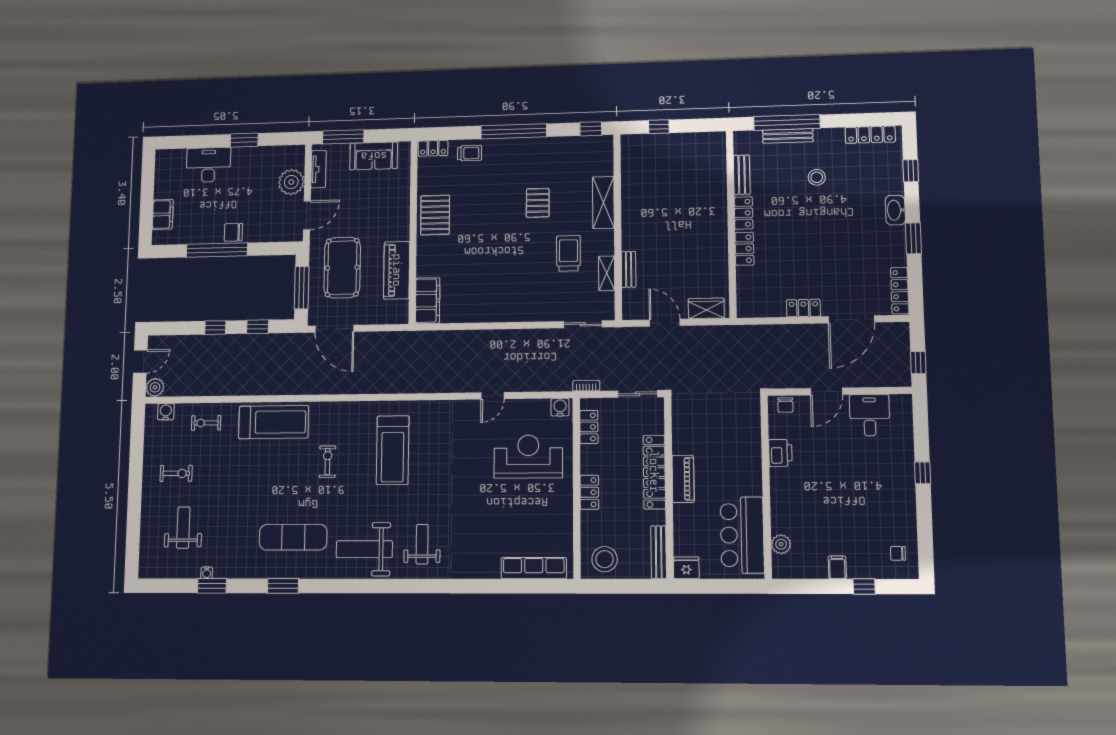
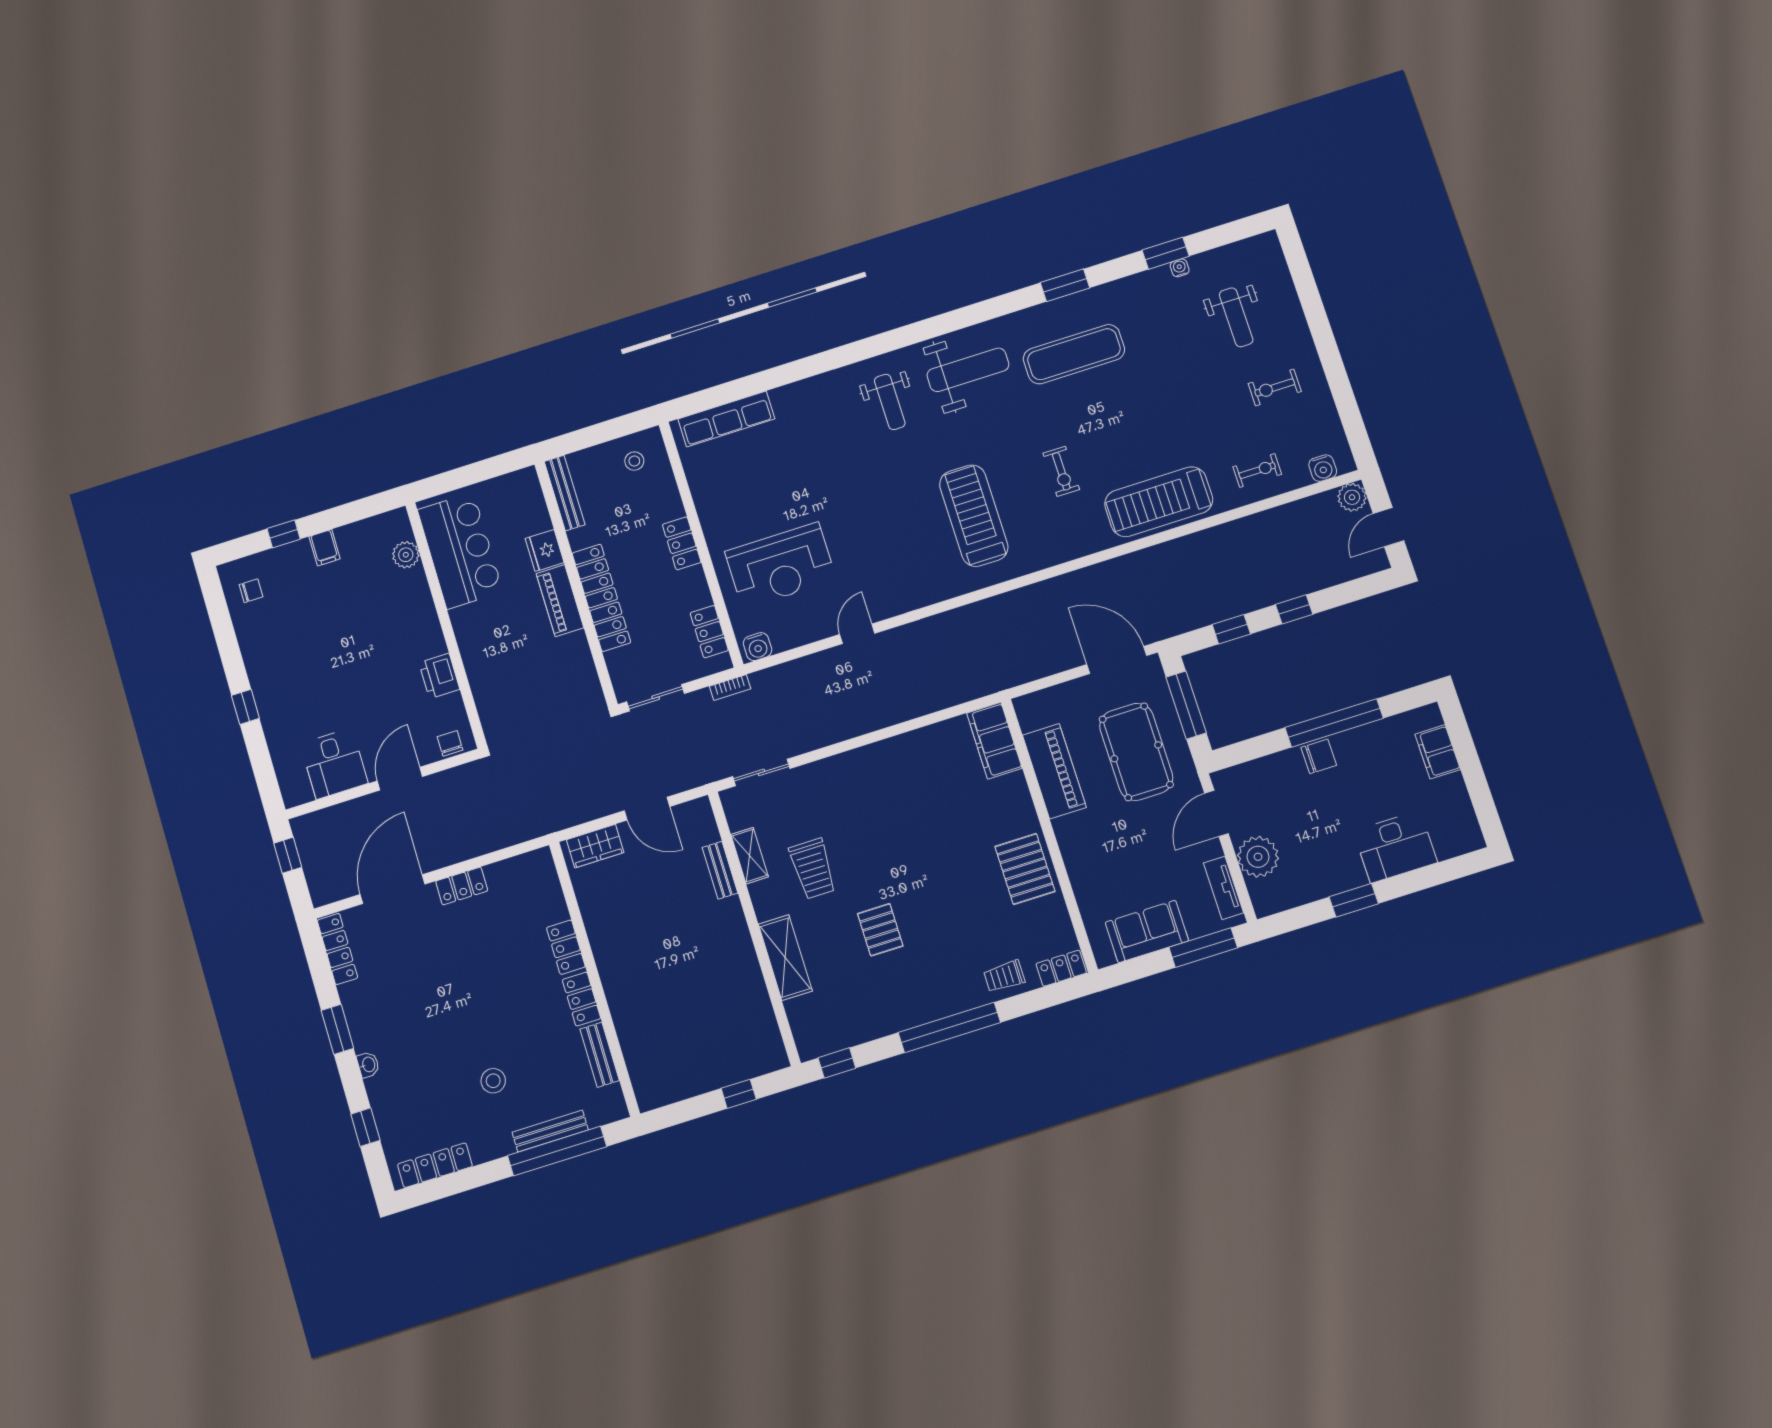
washbasin: (895, 210) -> (368, 1065), width x0.52, depth x0.69
stool: (605, 559) -> (634, 461), width x0.53, depth x0.53
fridge: (686, 568) -> (545, 550), moved, turned 90

